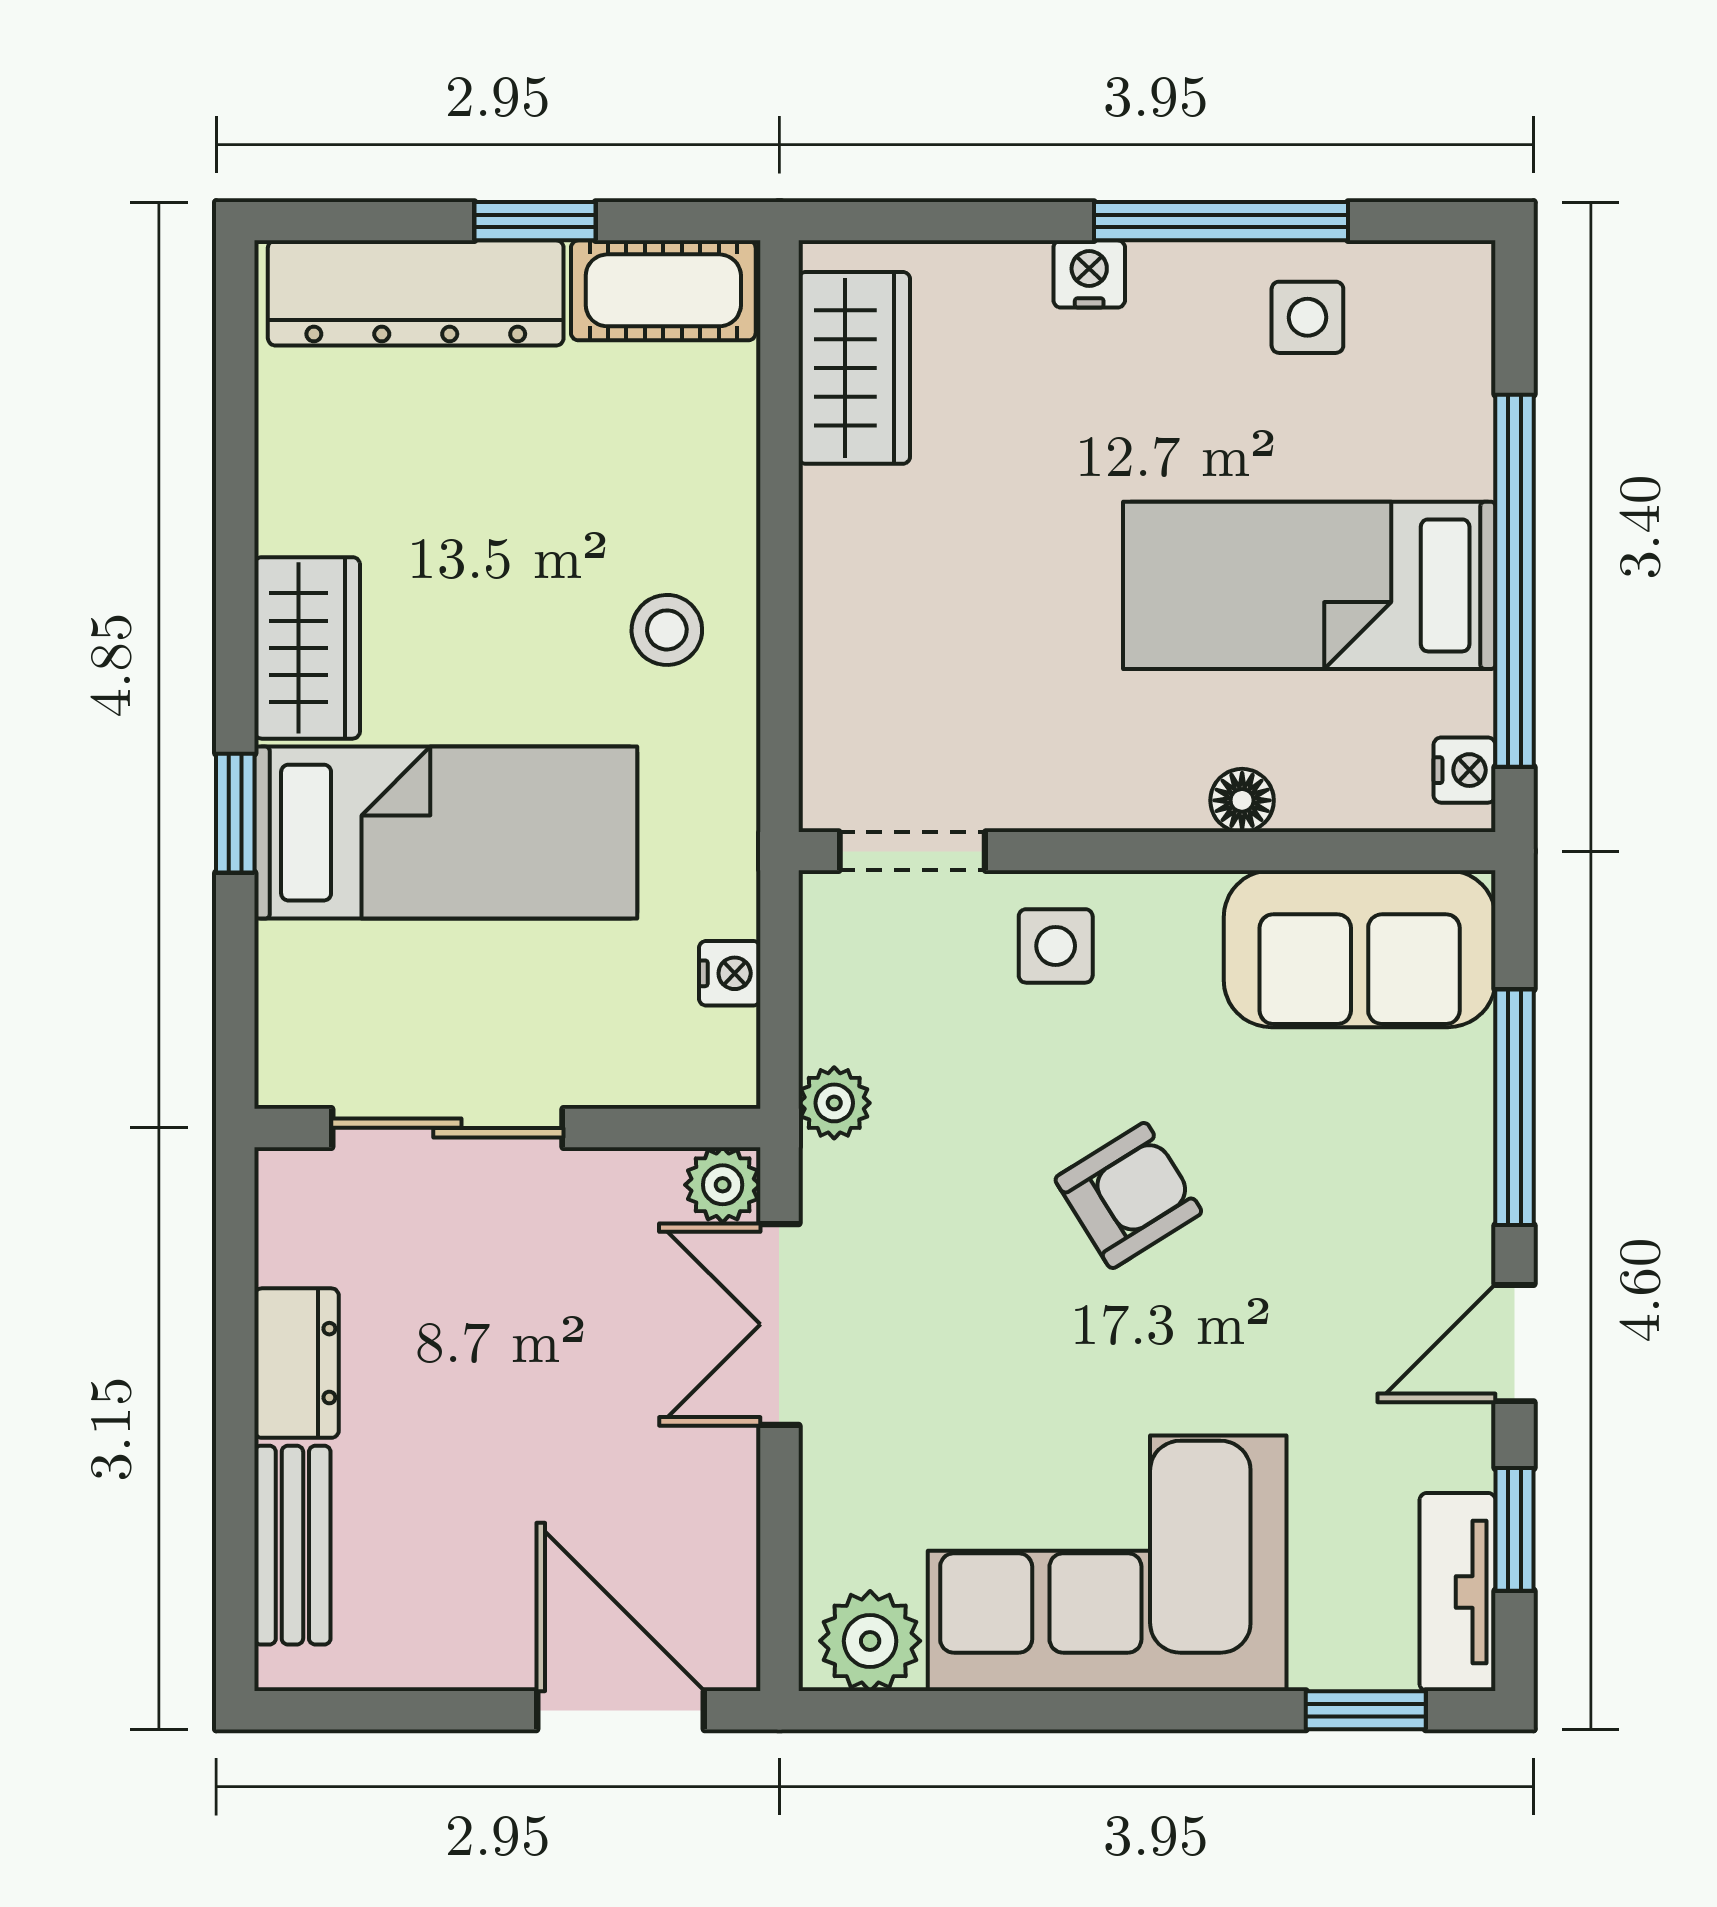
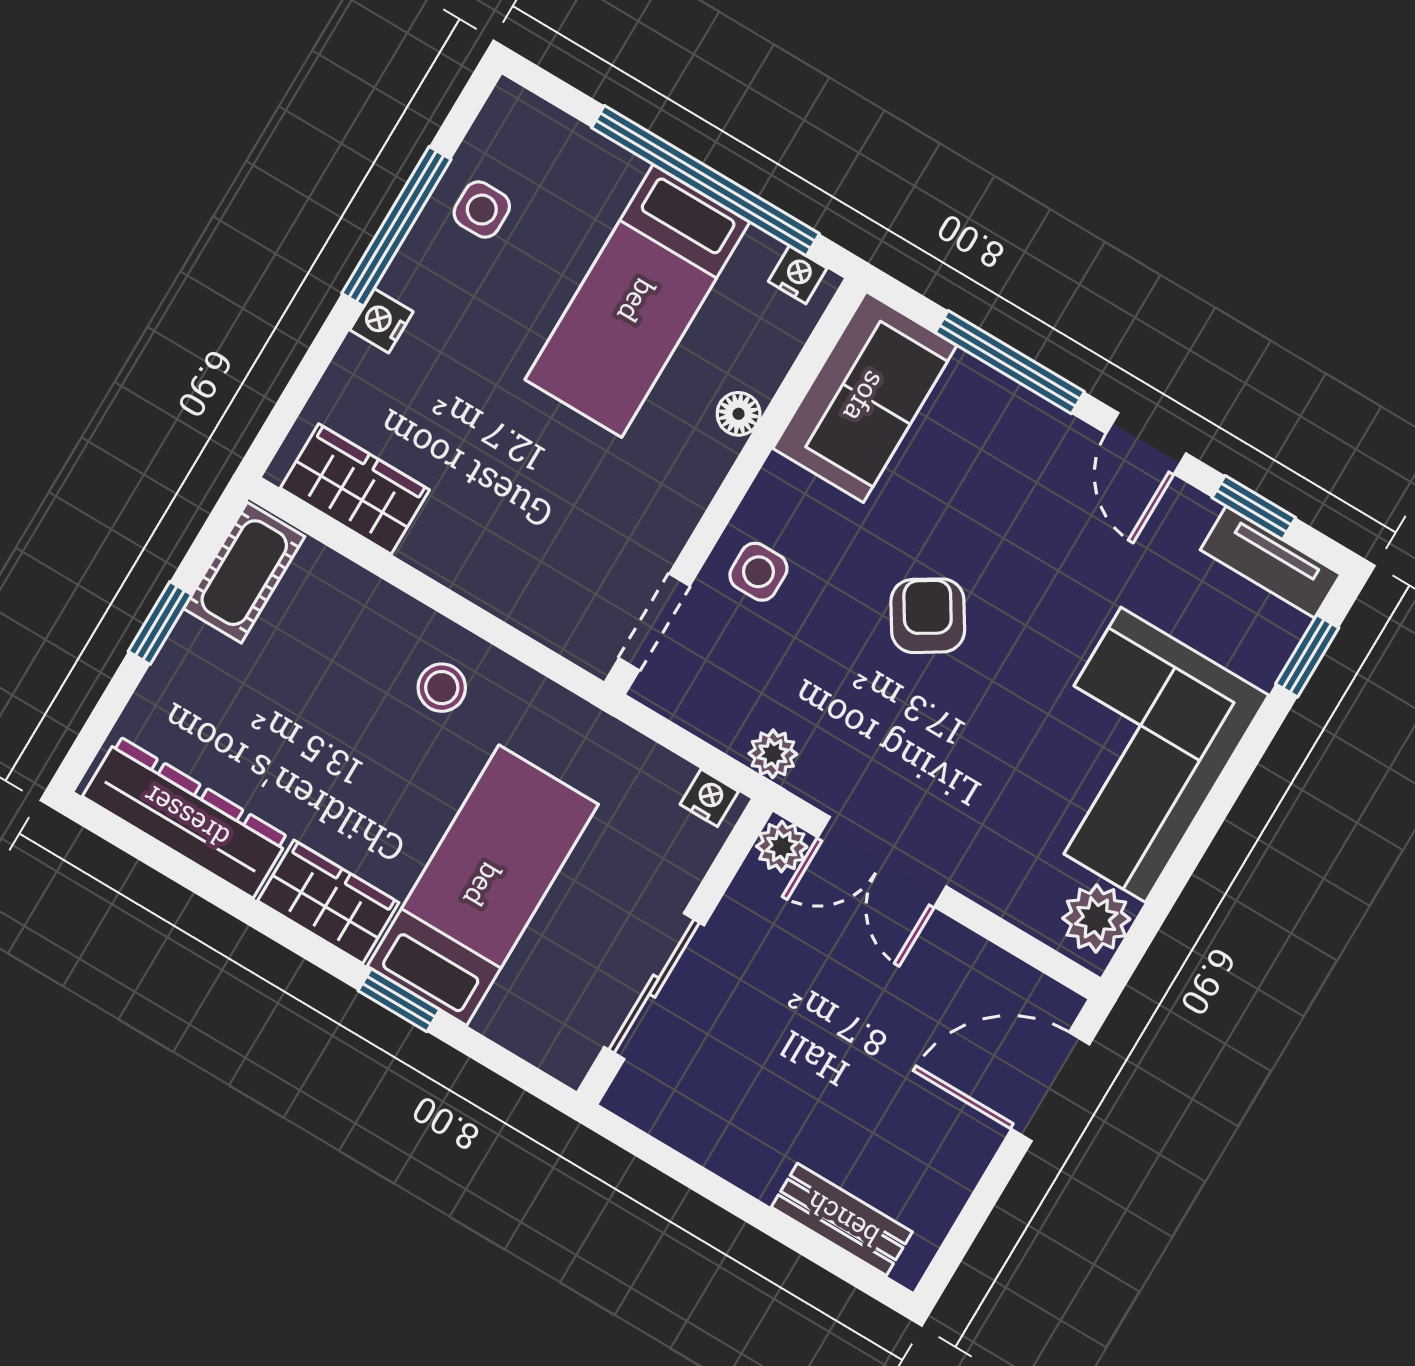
dresser: (416, 293) -> (186, 817), moved, turned -90
nightstand: (730, 973) -> (709, 798), moved
dresser: (297, 1363) -> (738, 1154), removed

